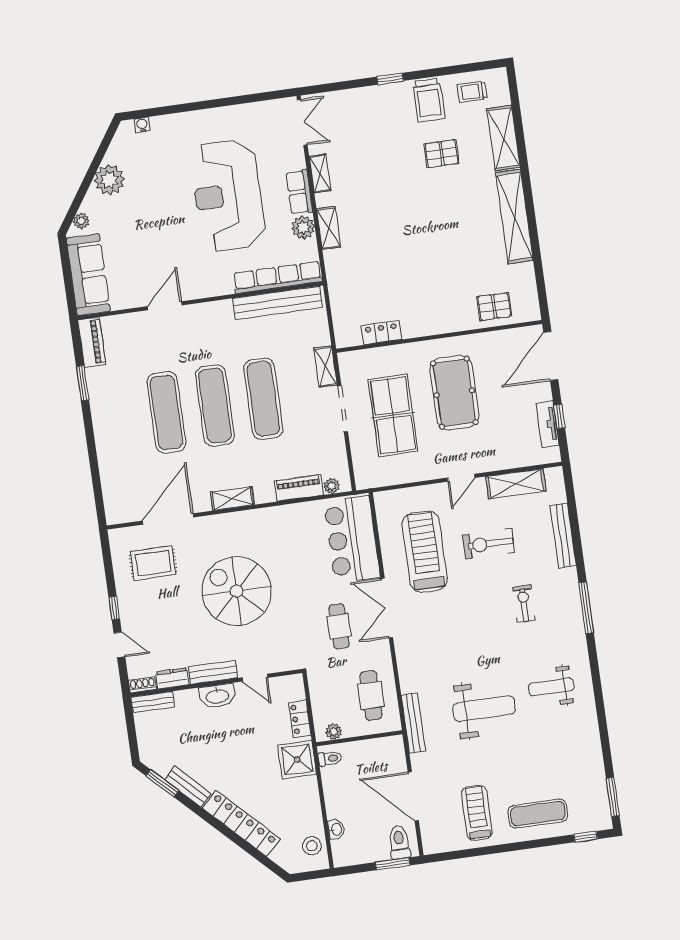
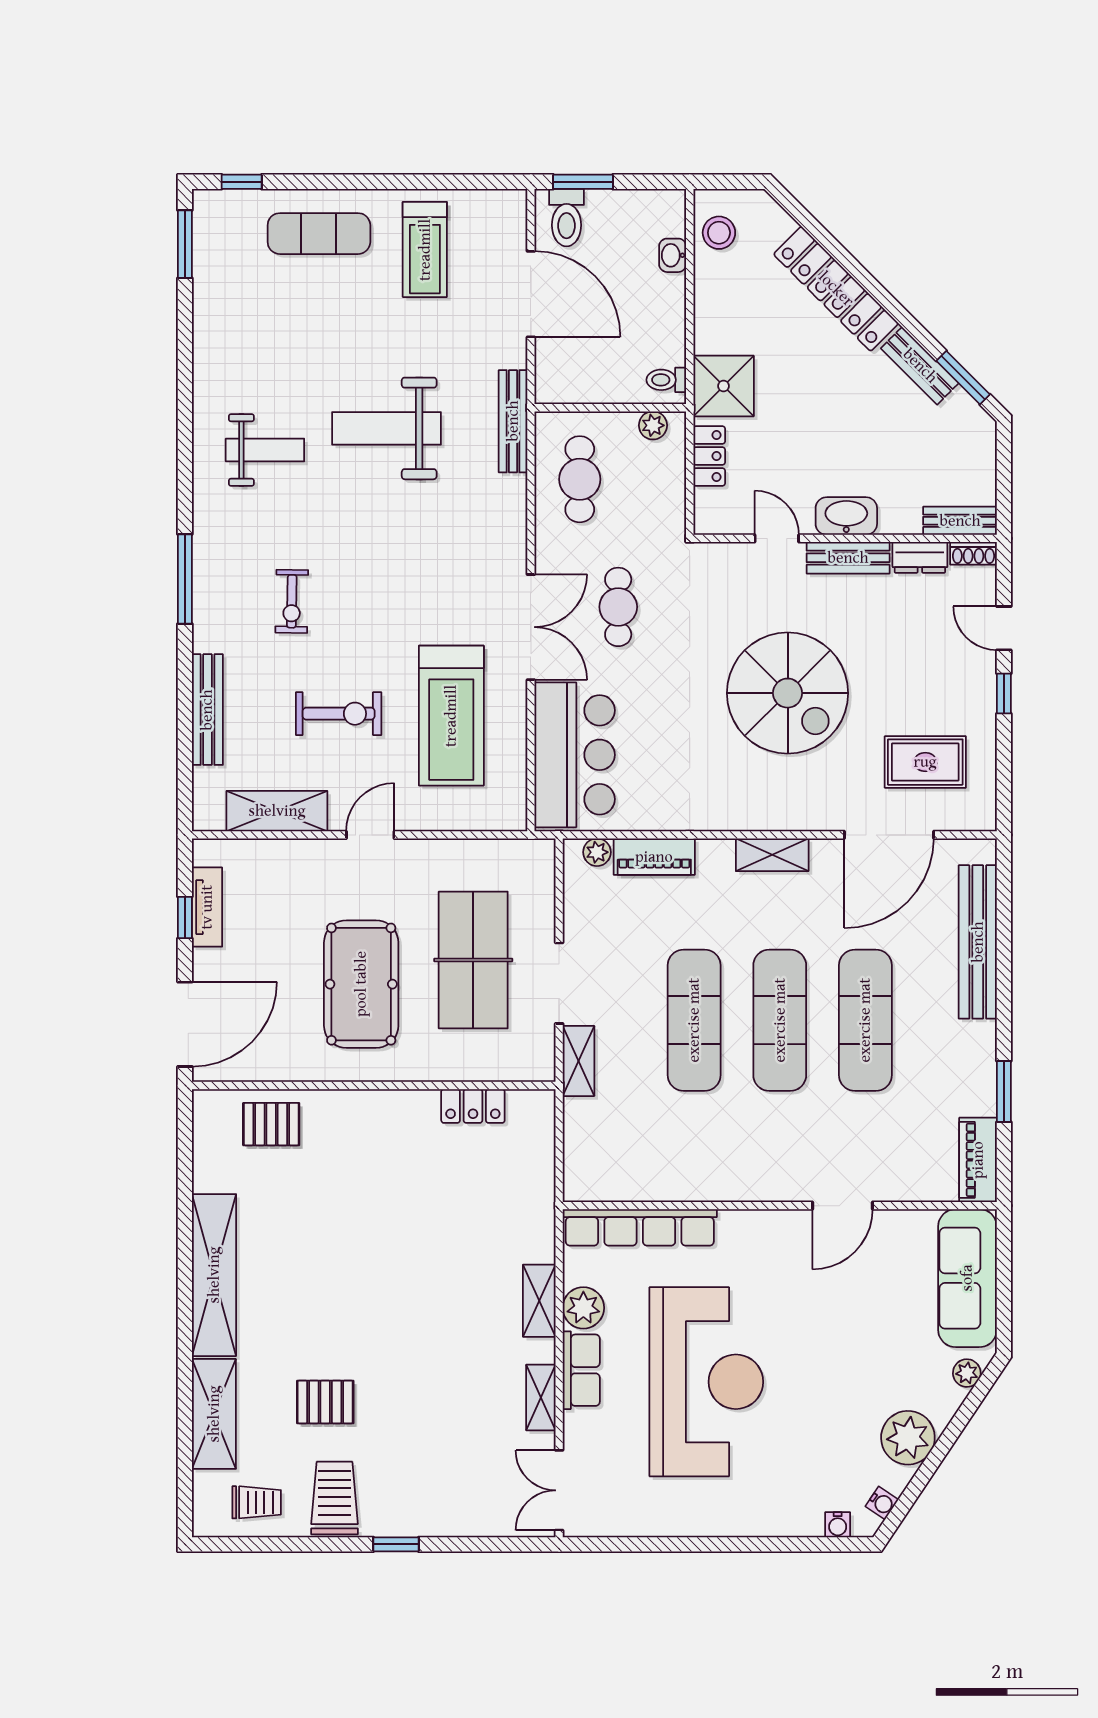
water cooler: (119, 141) -> (882, 1503), added
bench: (278, 303) -> (978, 942), moved, turned 90

